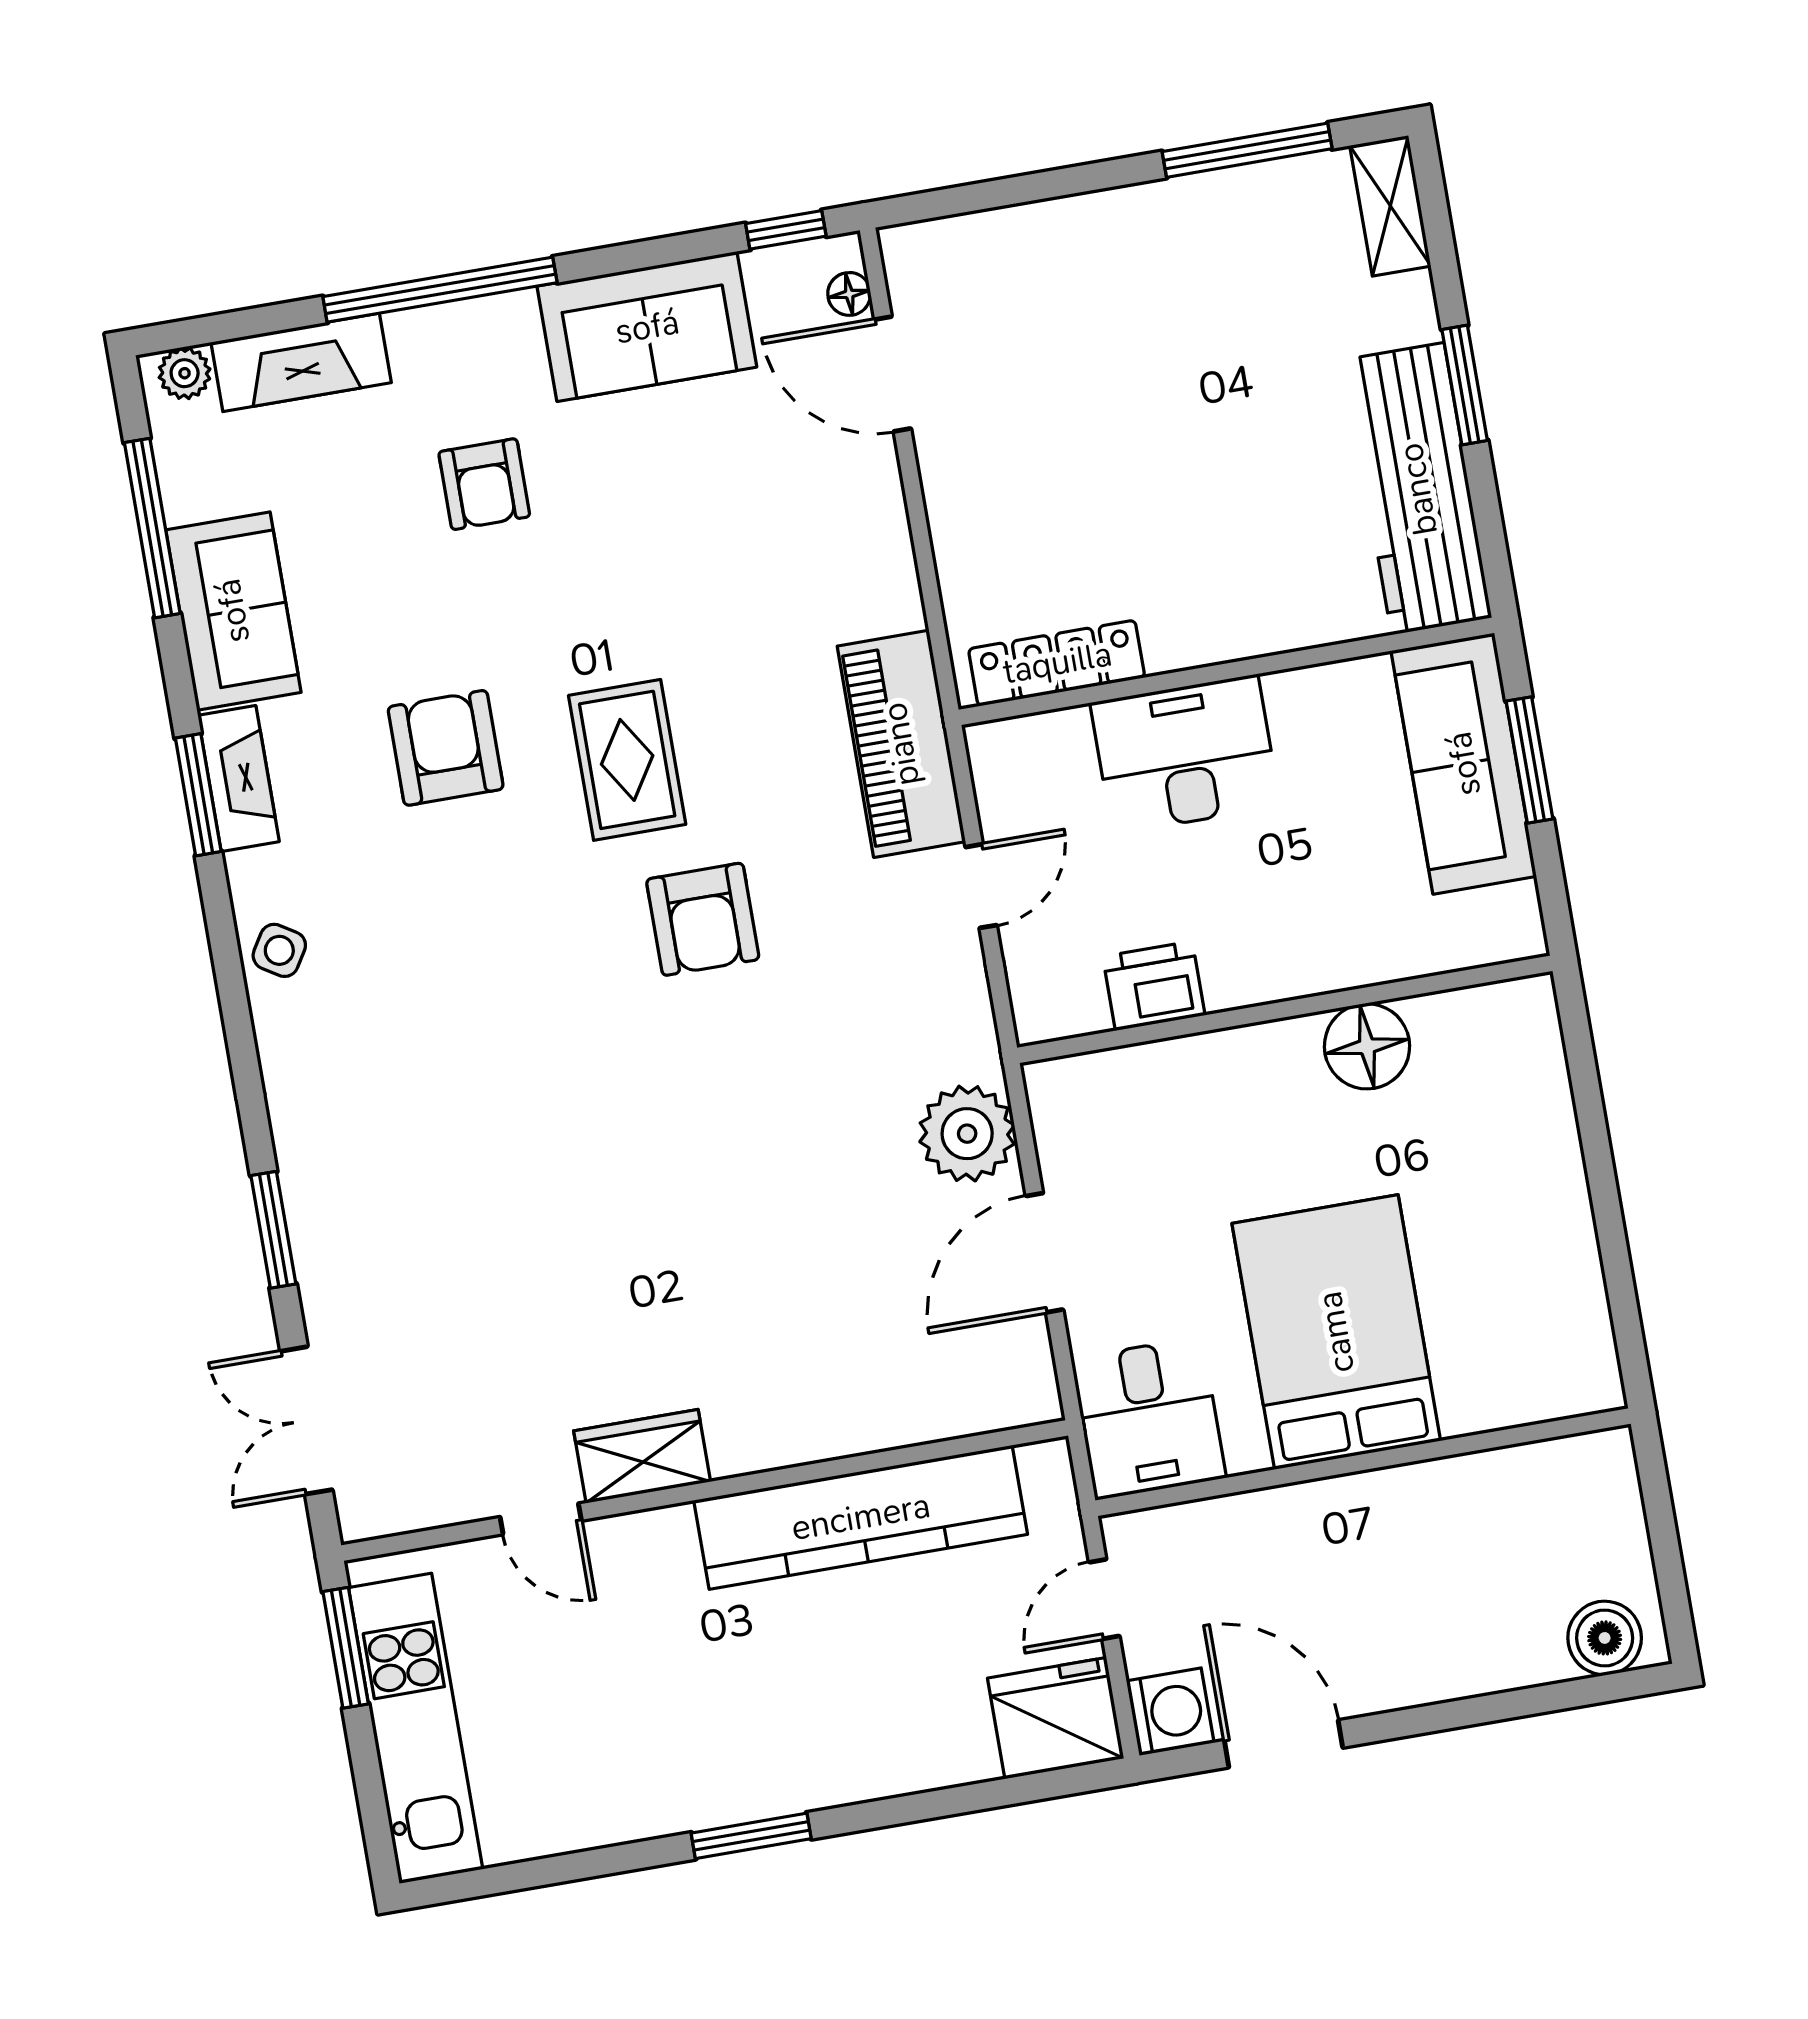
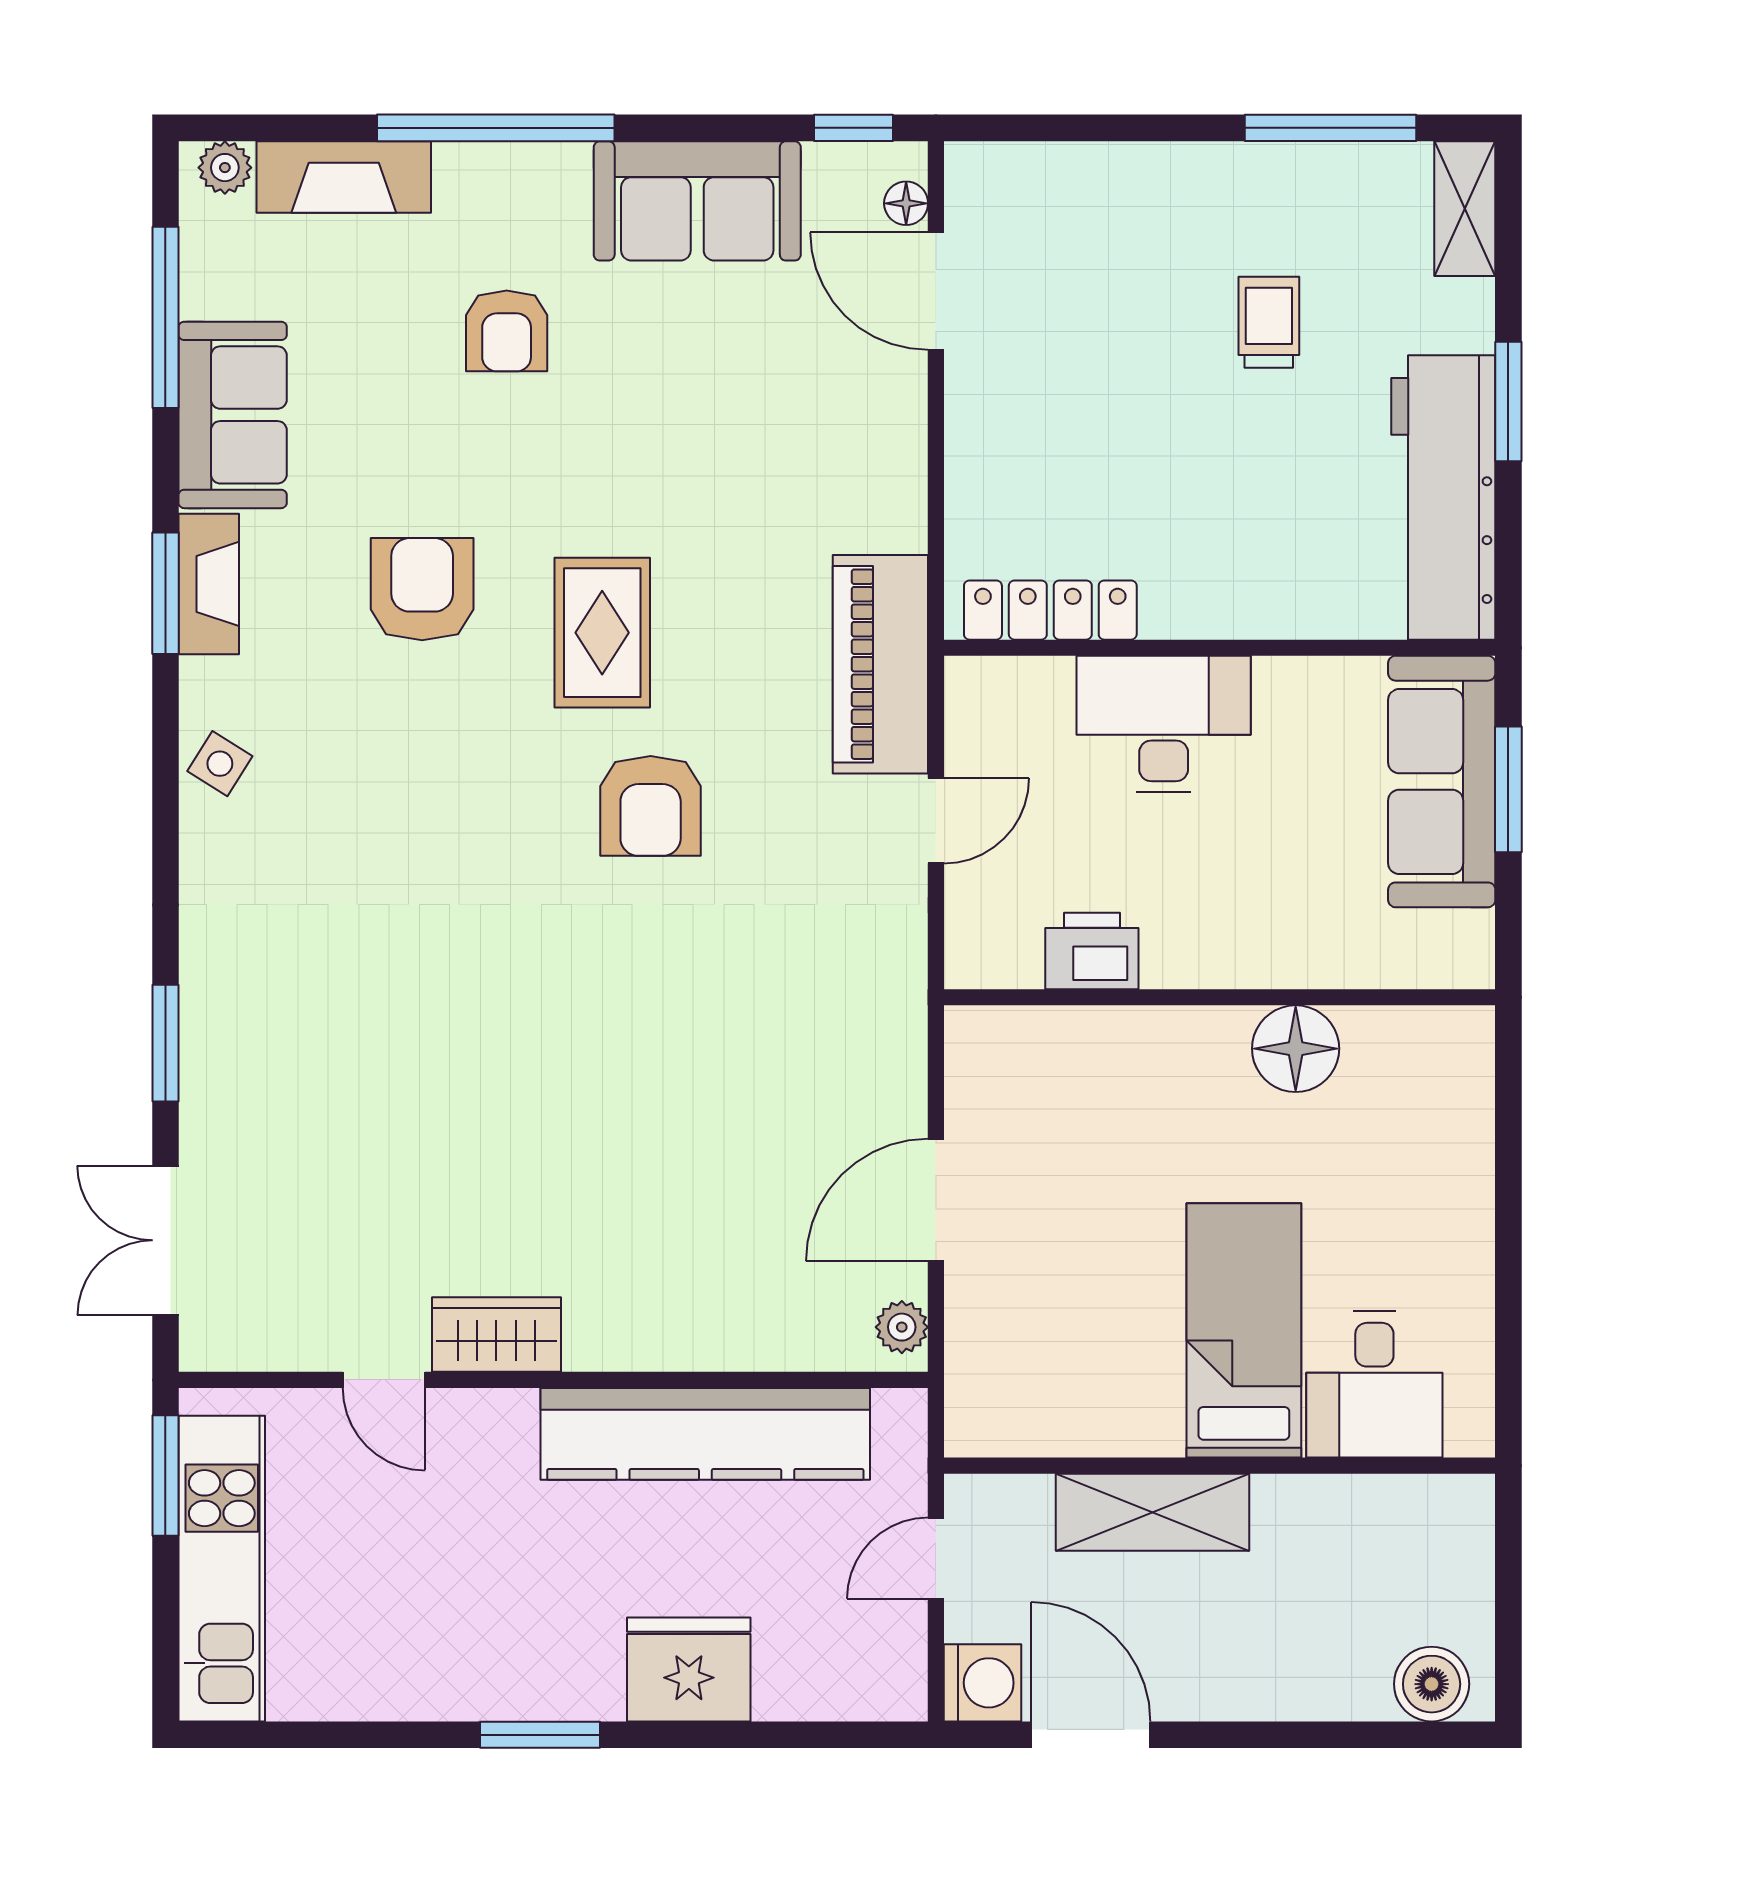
trolley: (1220, 348) -> (1269, 322), added
plant: (967, 1134) -> (902, 1327), moved, width x0.53, depth x0.53
bed: (1336, 1332) -> (1244, 1330), width x0.67
desk: (1149, 1418) -> (1374, 1384), moved
shelving: (1306, 1518) -> (1152, 1512), added
fridge: (1056, 1718) -> (689, 1669), moved

